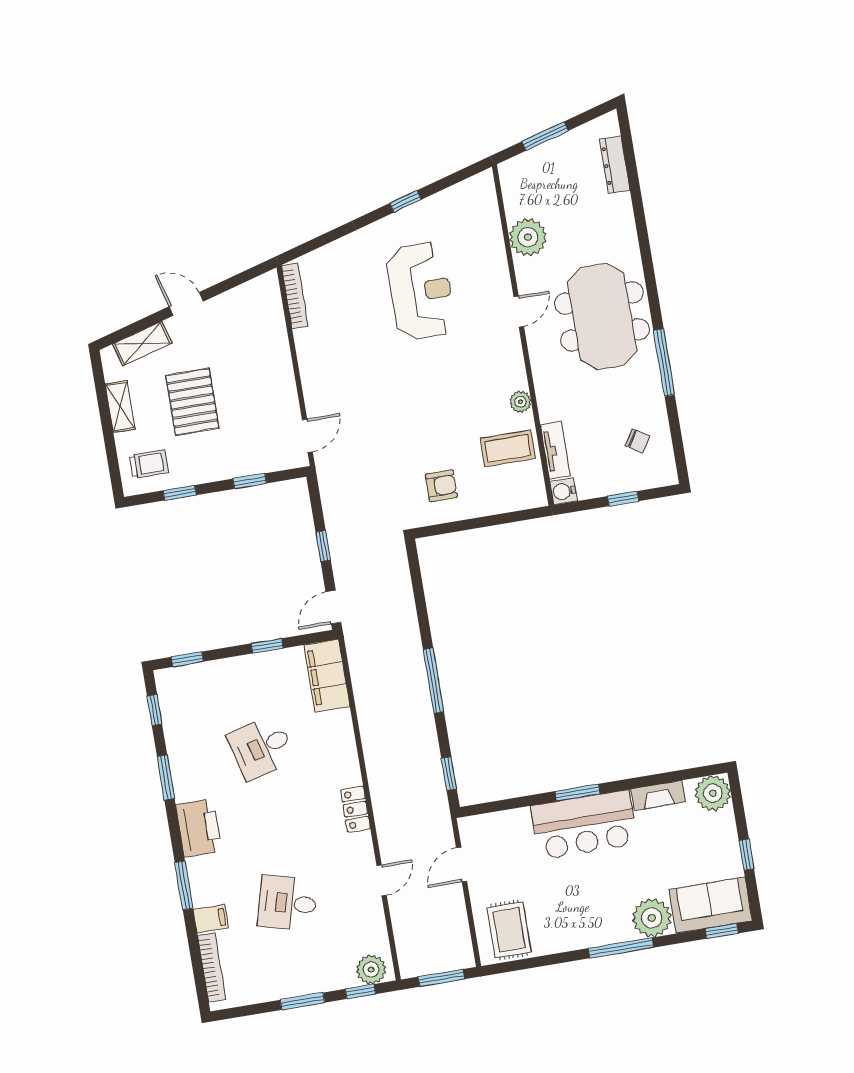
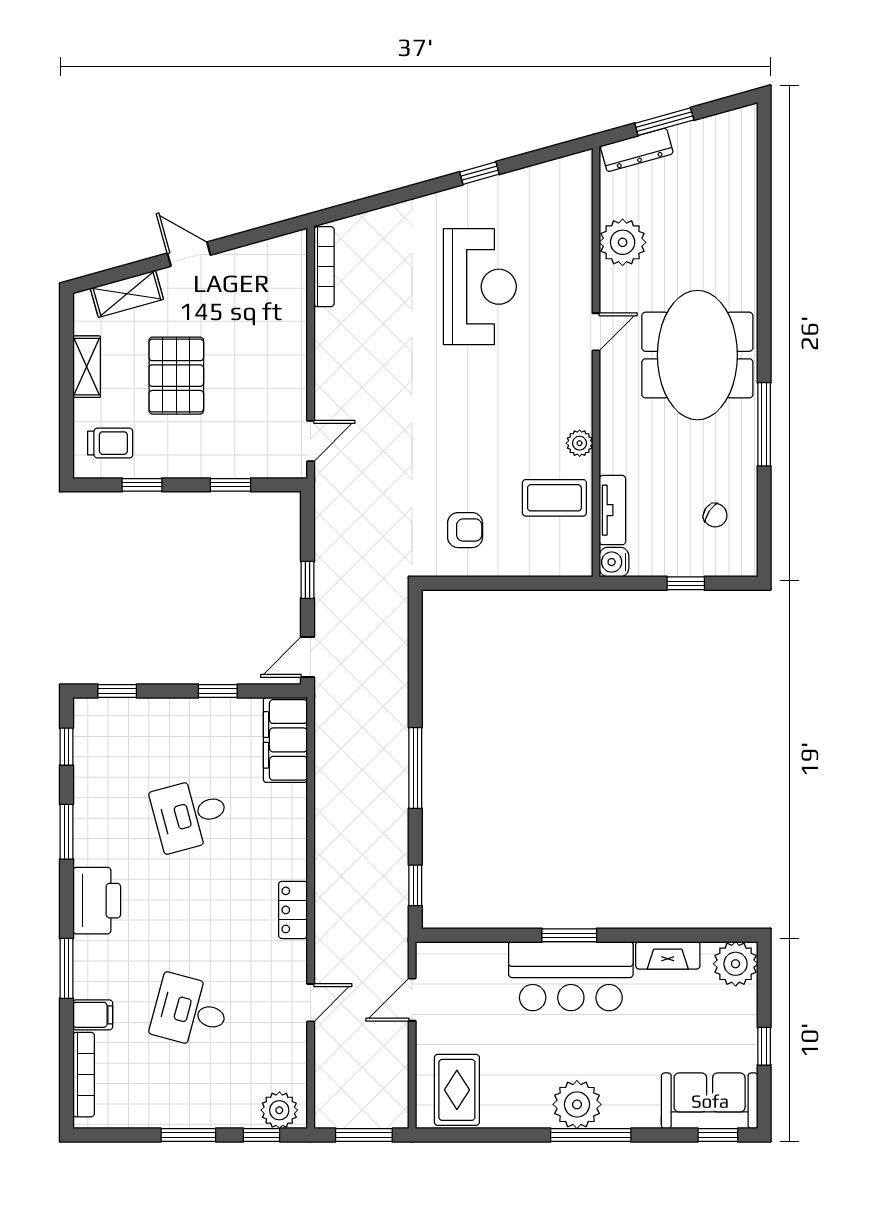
dresser: (615, 165) -> (637, 150), moved, turned -106
plant: (652, 918) -> (577, 1104), moved

